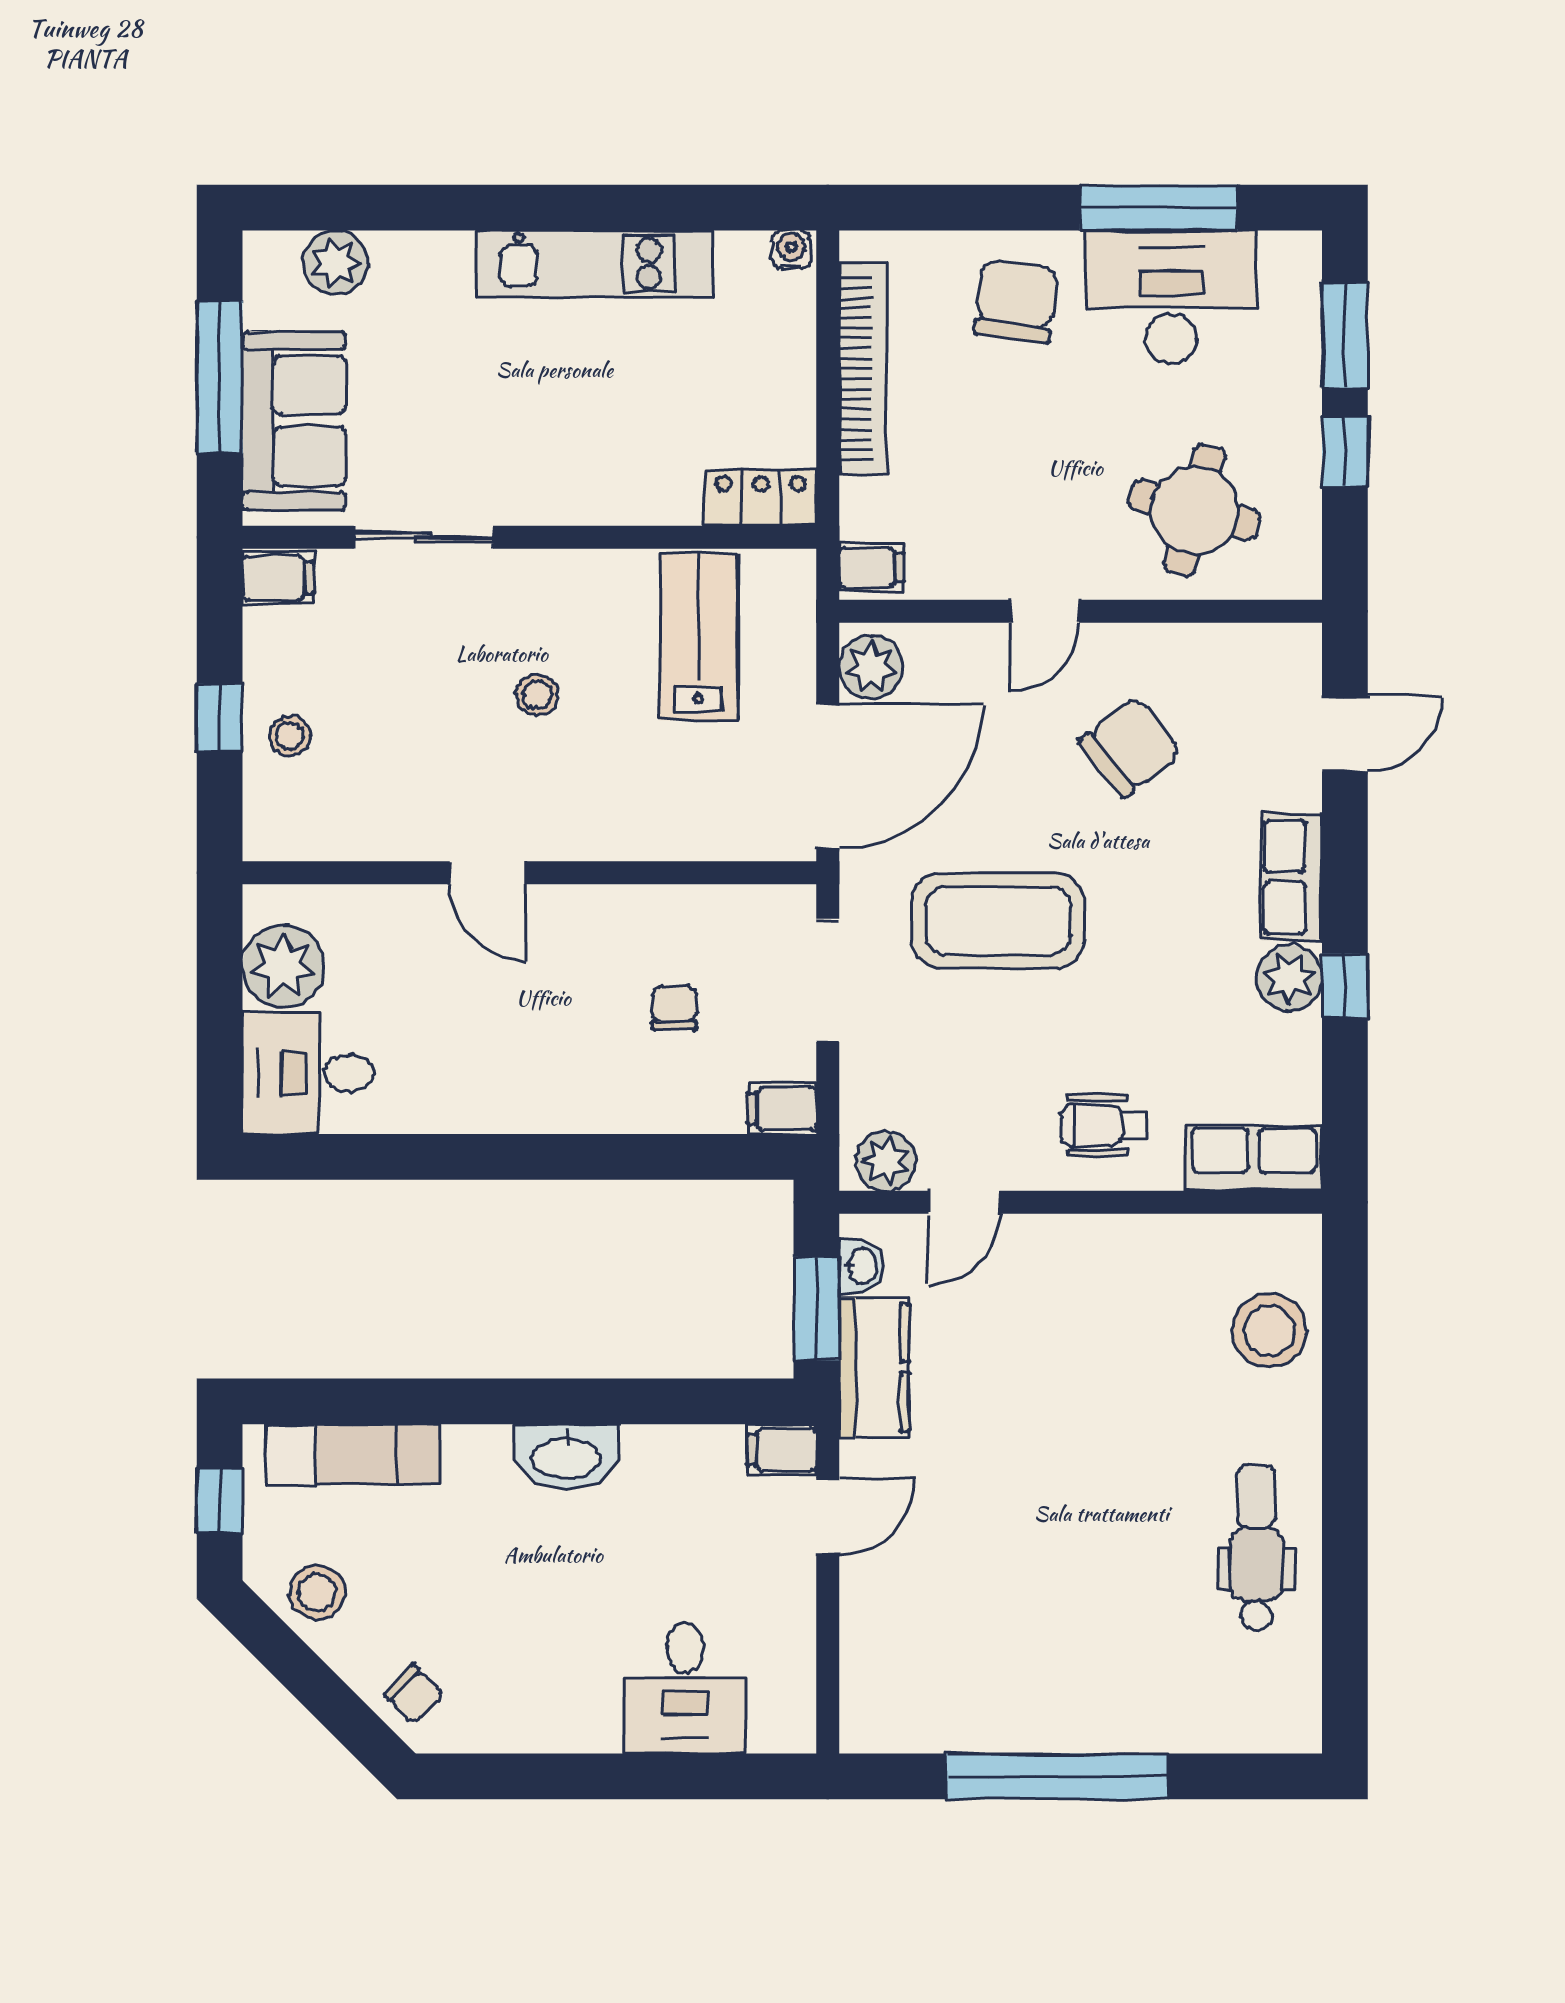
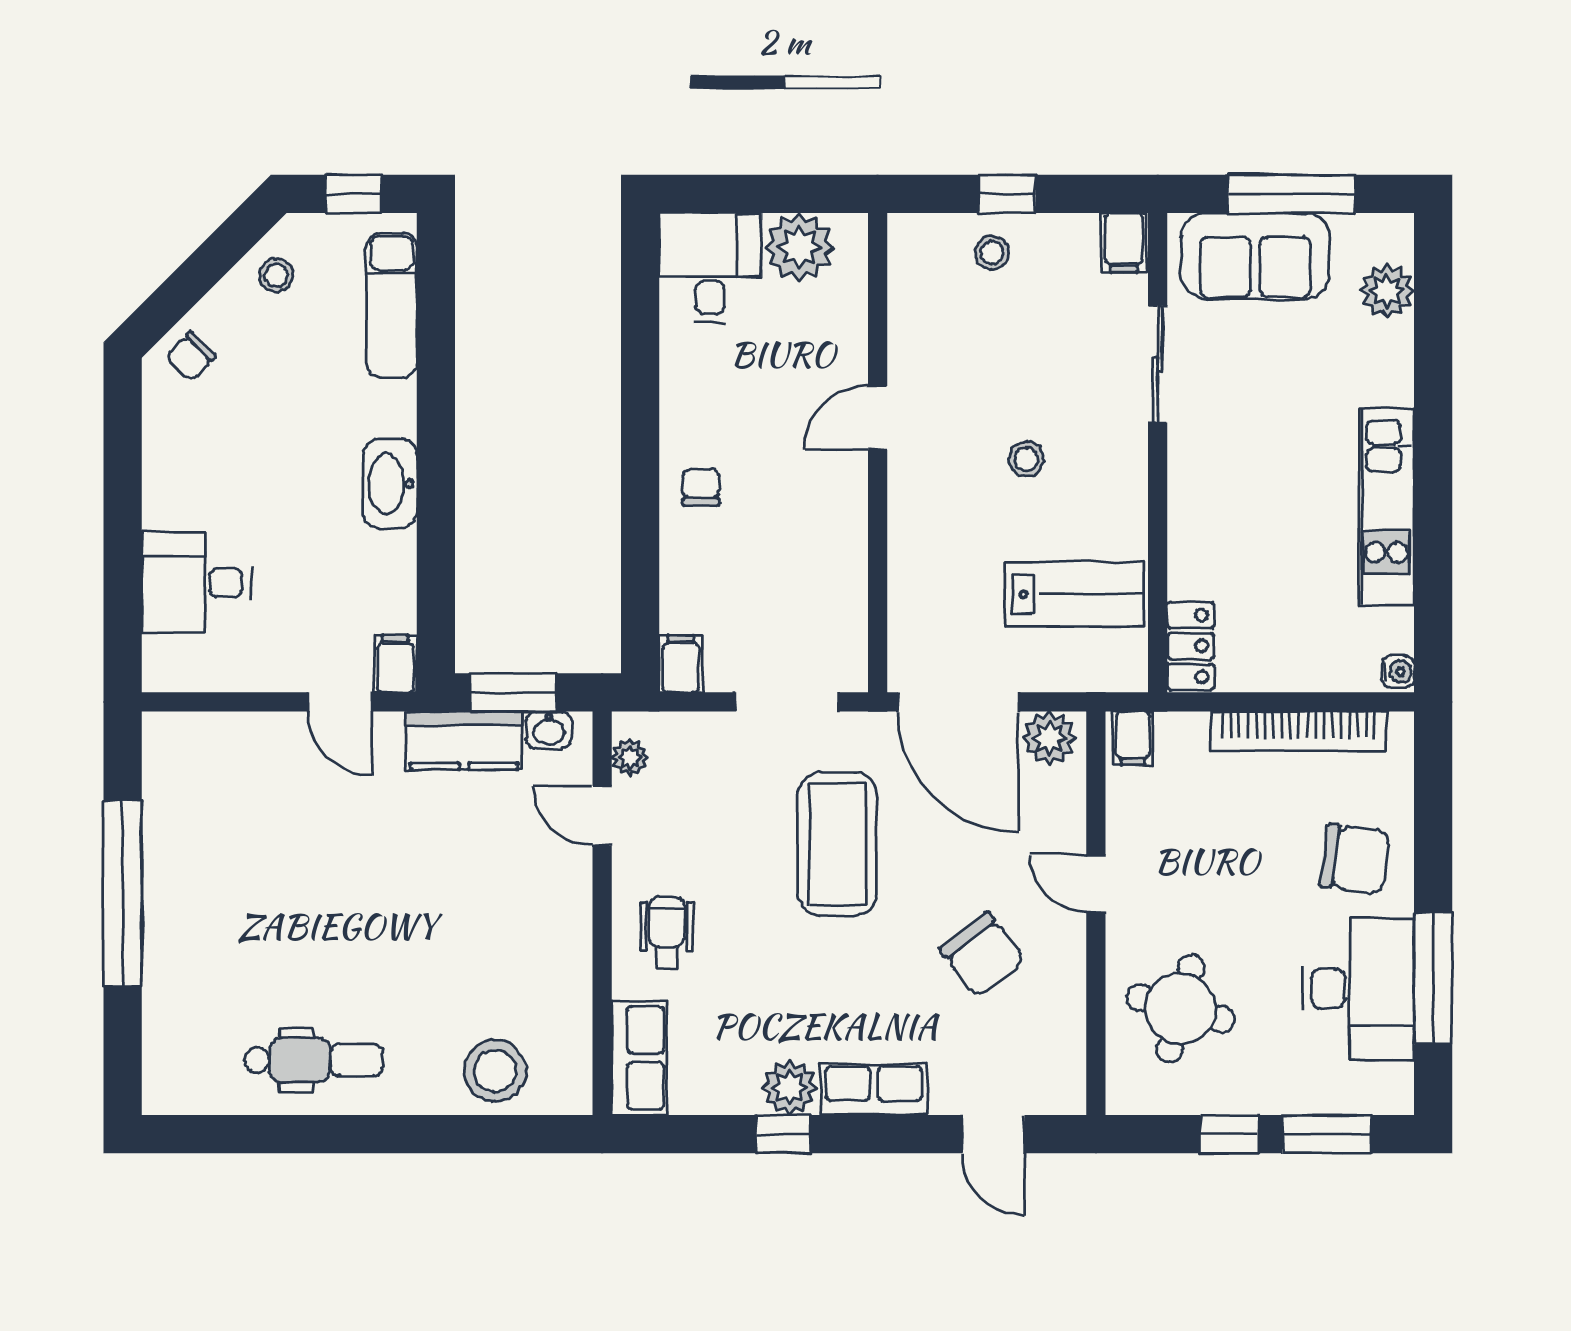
chair: (674, 1008) -> (701, 487), moved, turned -90
plant: (886, 1161) -> (630, 758), width x0.73, depth x0.73
stool: (317, 1593) -> (276, 275), width x0.73, depth x0.73

